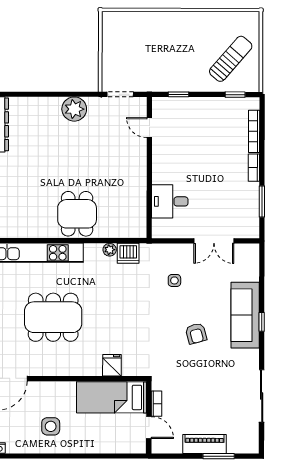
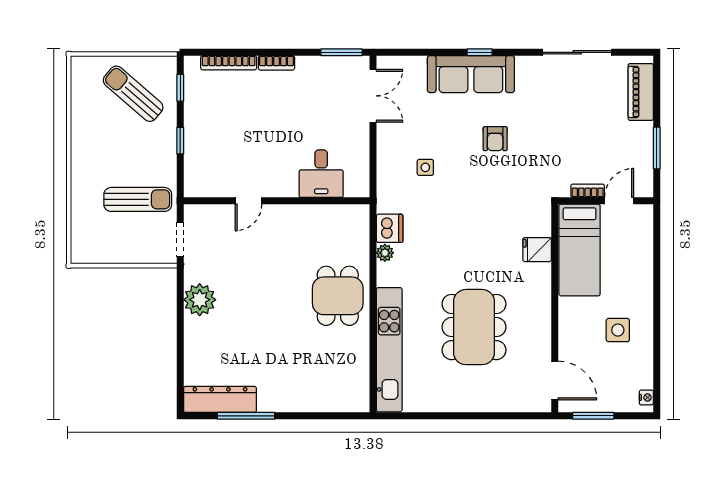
sun lounger: (150, 62) -> (138, 199), added
window: (179, 94) -> (180, 141), moved
door: (149, 128) -> (248, 201), moved
window: (262, 201) -> (342, 52), moved
dining table: (77, 214) -> (338, 296), turned 90
double door: (214, 241) -> (373, 96), moved
armchair: (196, 333) -> (495, 139), turned 105
piano: (205, 444) -> (641, 92), moved
window: (219, 456) -> (657, 148), moved

